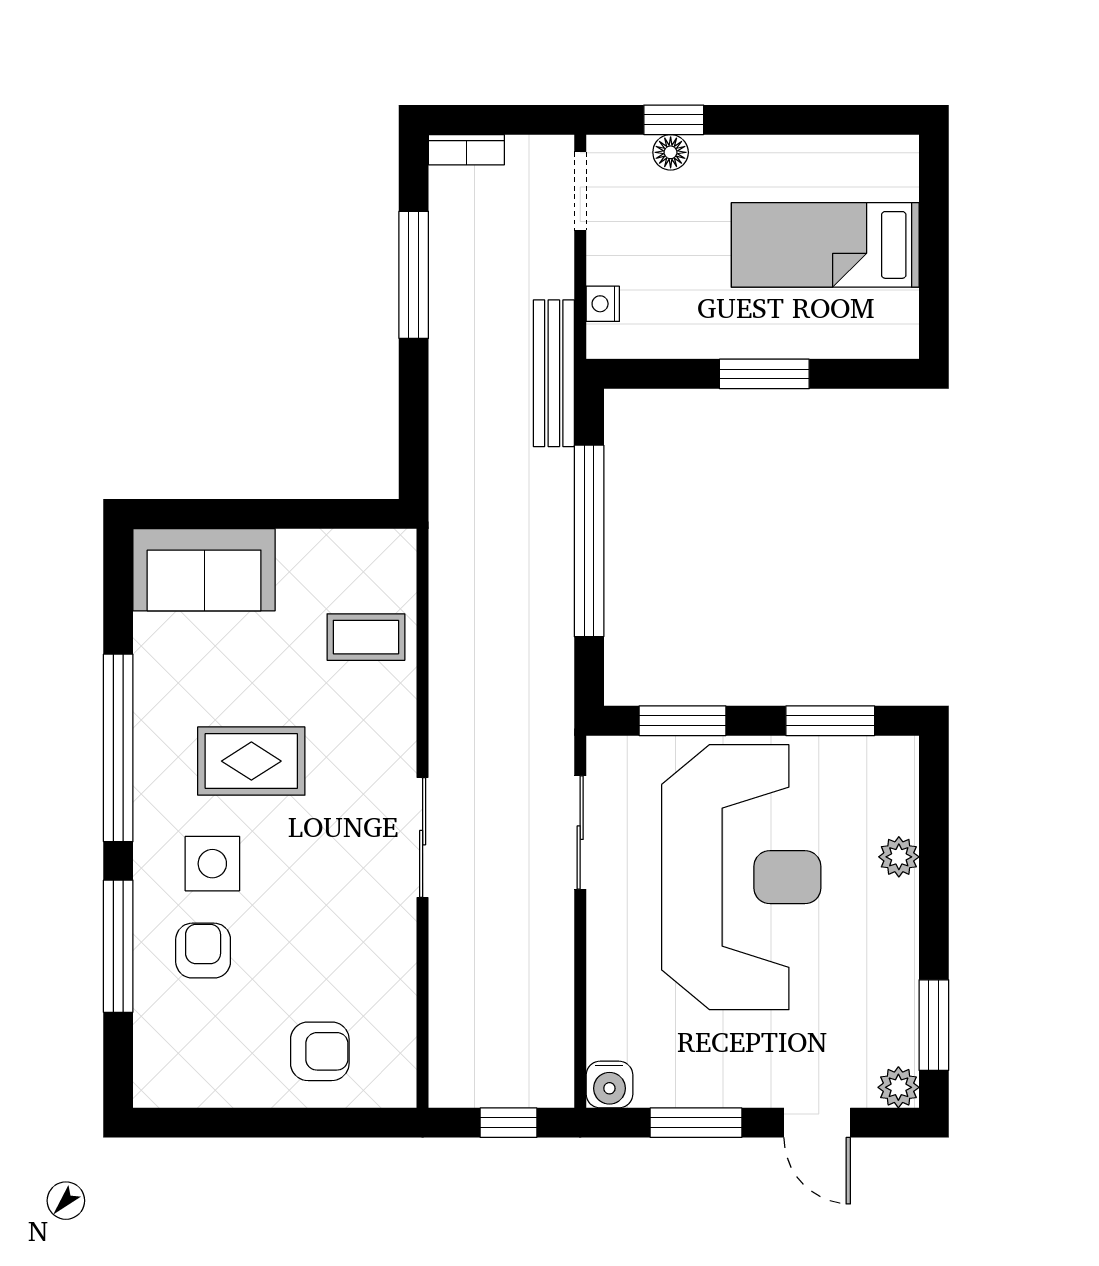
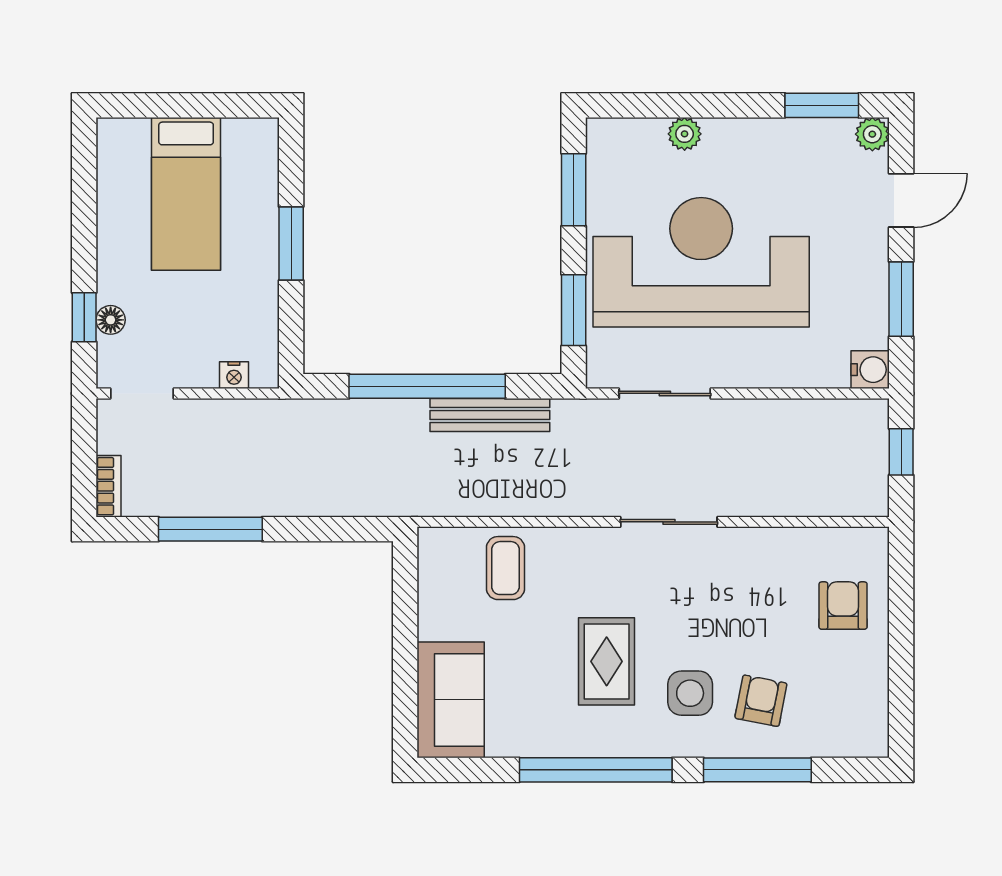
bench: (554, 373) -> (490, 415), moved
armchair: (203, 951) -> (761, 701), turned 101

